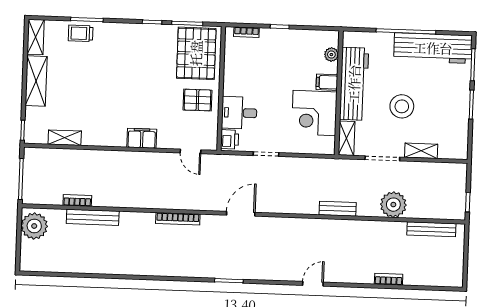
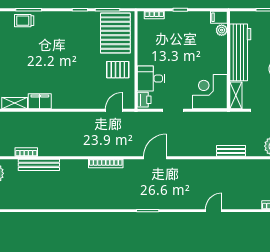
filing cabinet: (327, 82) -> (219, 17), moved
corner desk: (314, 113) -> (210, 92), moved, turned 90
filing cabinet: (142, 138) -> (40, 101), moved
door: (190, 151) -> (114, 110), swing flipped

